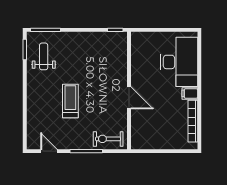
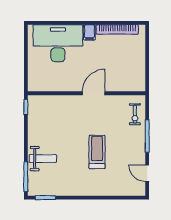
weight bench: (44, 56) -> (43, 159), moved, turned 180
treadmill: (70, 101) -> (97, 152), turned 90
exercise bike: (108, 139) -> (135, 114), width x0.73, depth x0.72
door: (49, 151) -> (147, 173), hinge flipped

